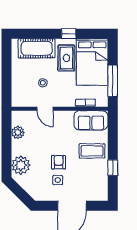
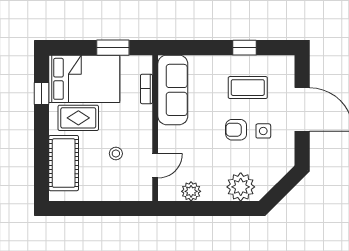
window: (69, 34) -> (42, 93), moved
window: (113, 81) -> (113, 48), width x0.69
door: (45, 109) -> (155, 166), moved
sofa: (91, 120) -> (173, 90), width x1.36
coffee table: (92, 151) -> (248, 88), moved, turned 90

